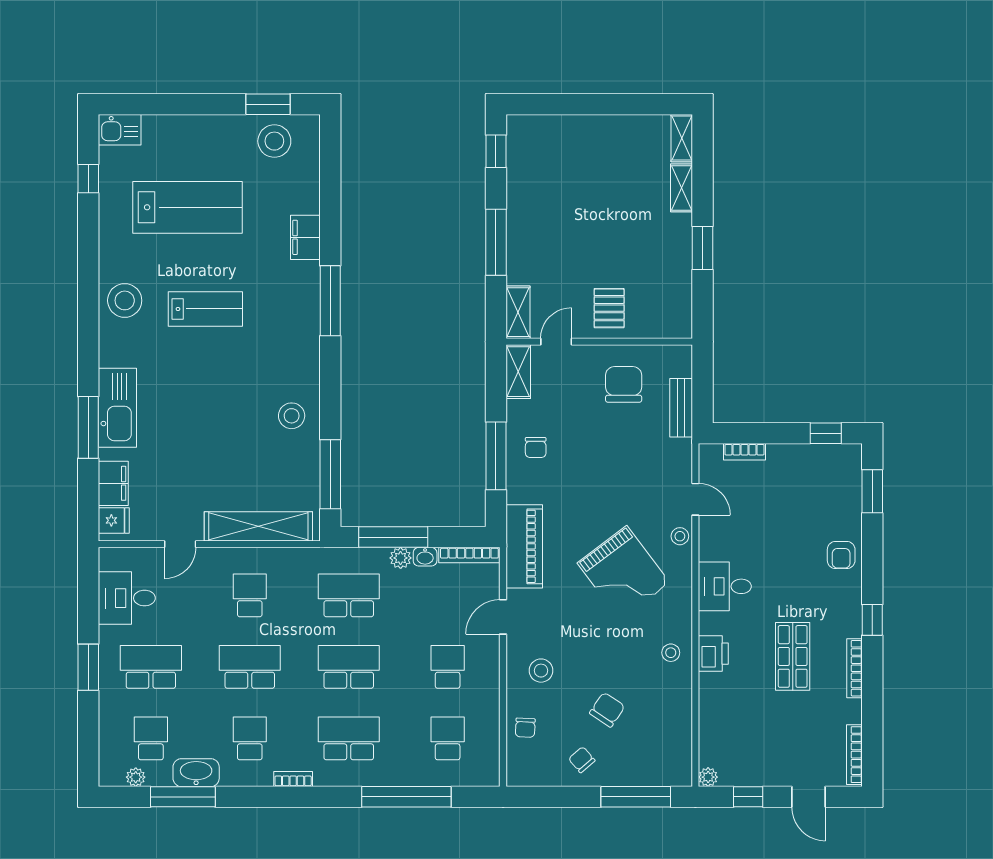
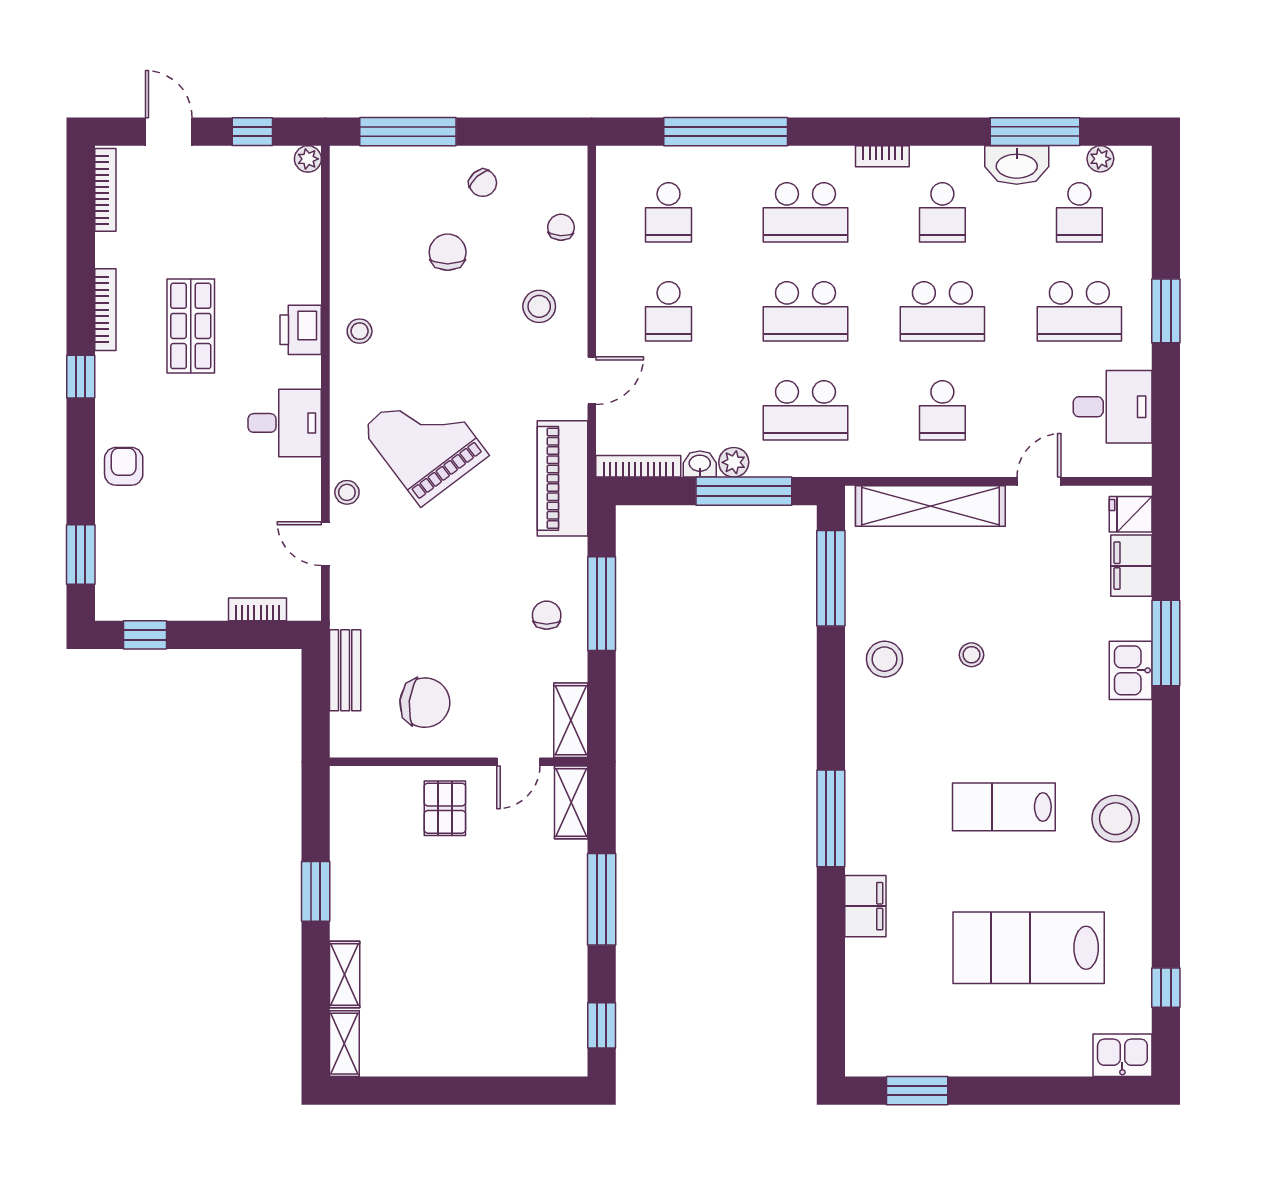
stool: (274, 141) -> (971, 655), moved, width x0.53, depth x0.53
chair: (624, 384) -> (425, 703), turned -84
kitchen sink: (117, 408) -> (1131, 670), width x0.53, depth x0.81
chair: (607, 710) -> (448, 252), turned 146

